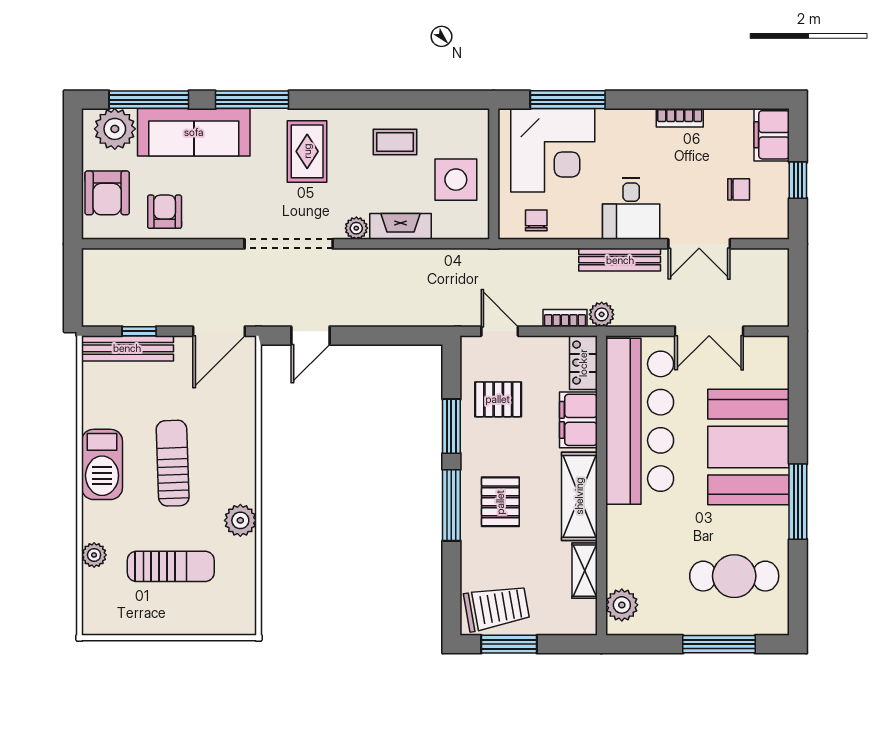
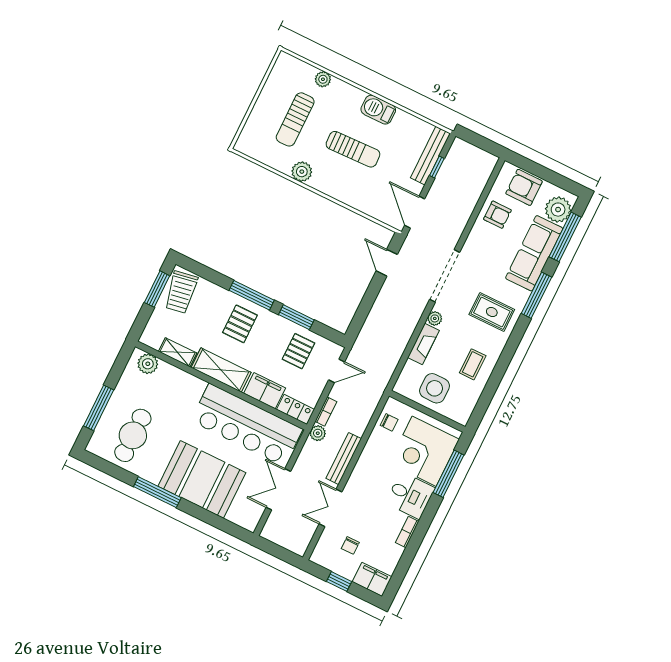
desk: (631, 209) -> (410, 495), moved, turned 180
barbecue: (102, 464) -> (378, 110), width x0.73, depth x0.83
pallet: (500, 502) -> (240, 324), turned 90

